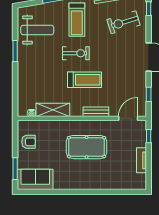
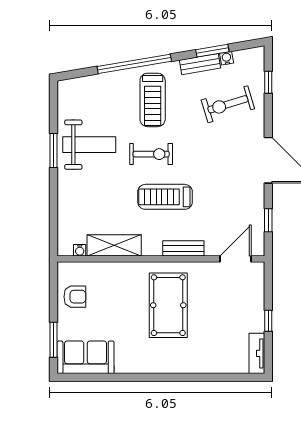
weight bench: (37, 30) -> (89, 145), moved
treadmill: (84, 80) -> (165, 197), turned 180
window: (149, 136) -> (268, 321), moved
pool table: (87, 147) -> (168, 305), turned 90
tv unit: (142, 160) -> (257, 353), moved

